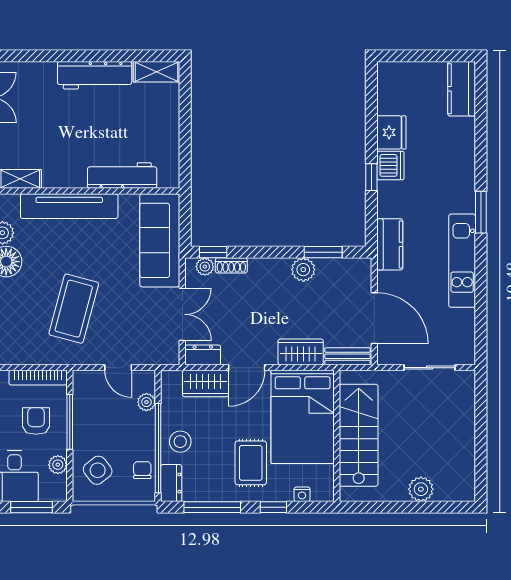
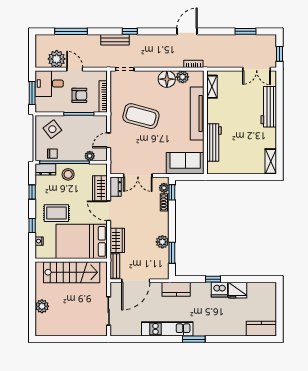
workbench: (95, 75) -> (269, 107), moved
sofa: (160, 240) -> (185, 163), width x0.73
plant: (58, 465) -> (55, 107), removed
window: (212, 507) -> (32, 192), width x0.46

